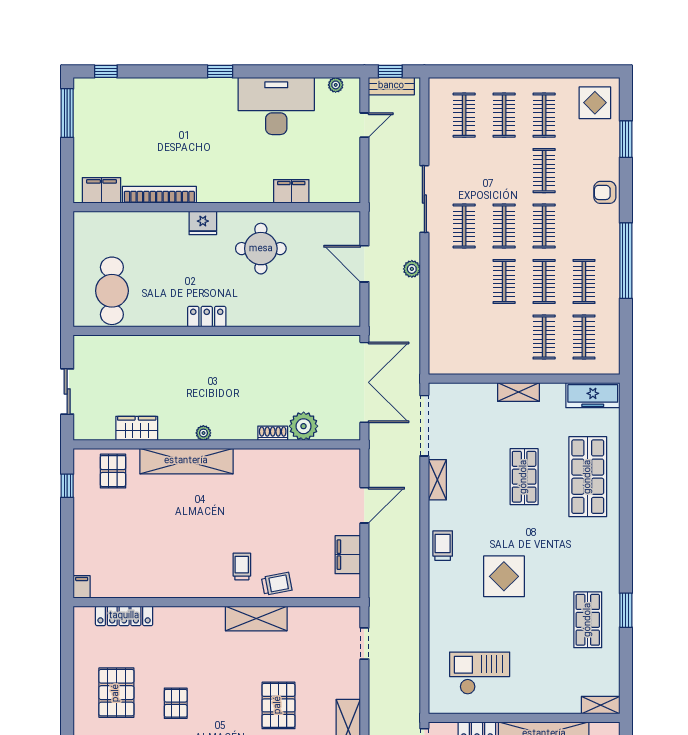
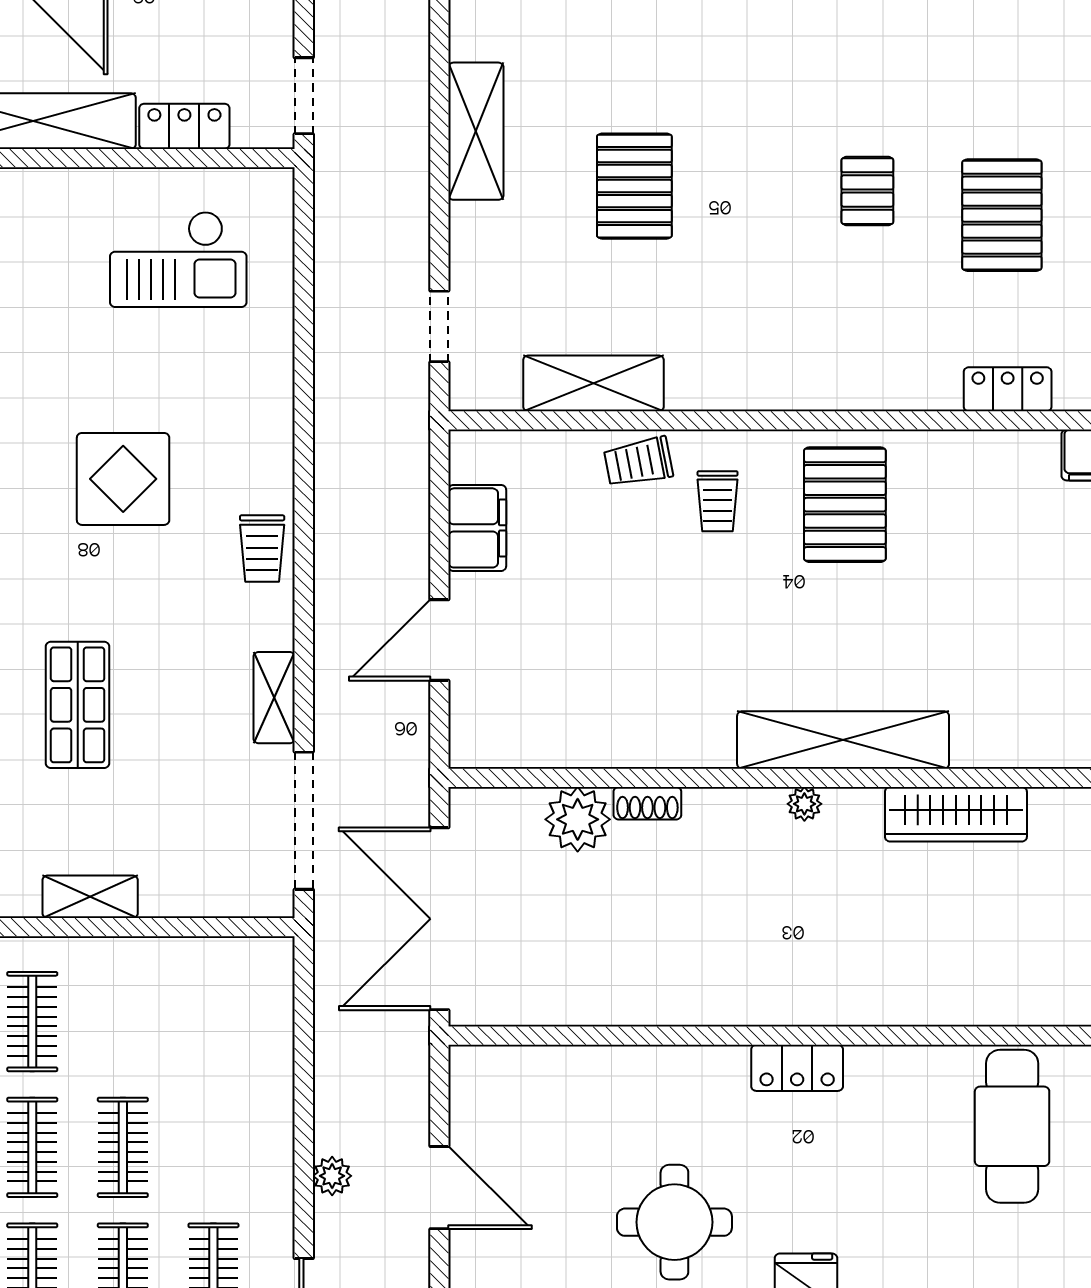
wardrobe: (137, 428) -> (956, 814), width x1.50
pallet: (113, 471) -> (845, 505), moved, width x1.50, depth x1.42
locker: (124, 616) -> (1008, 389), width x0.66
shelving: (256, 618) -> (593, 383), moved

